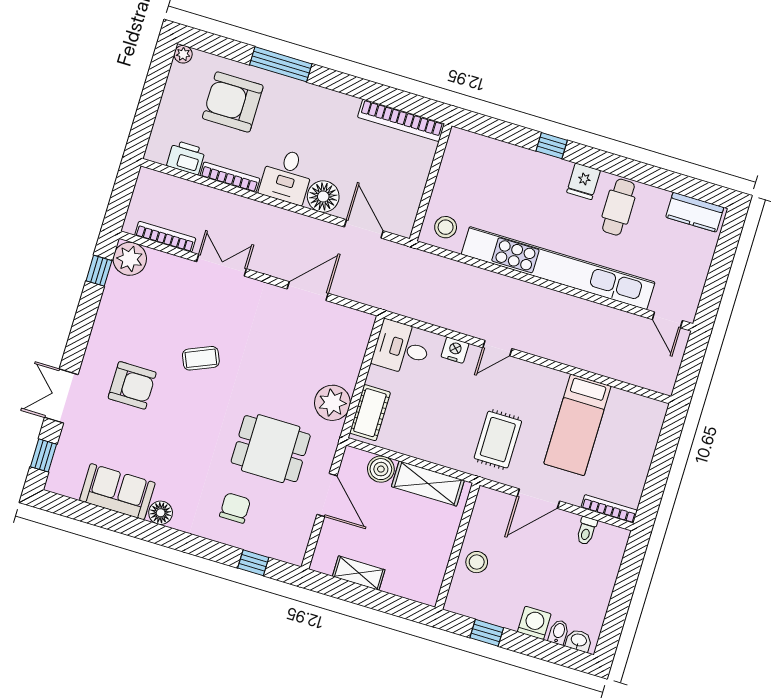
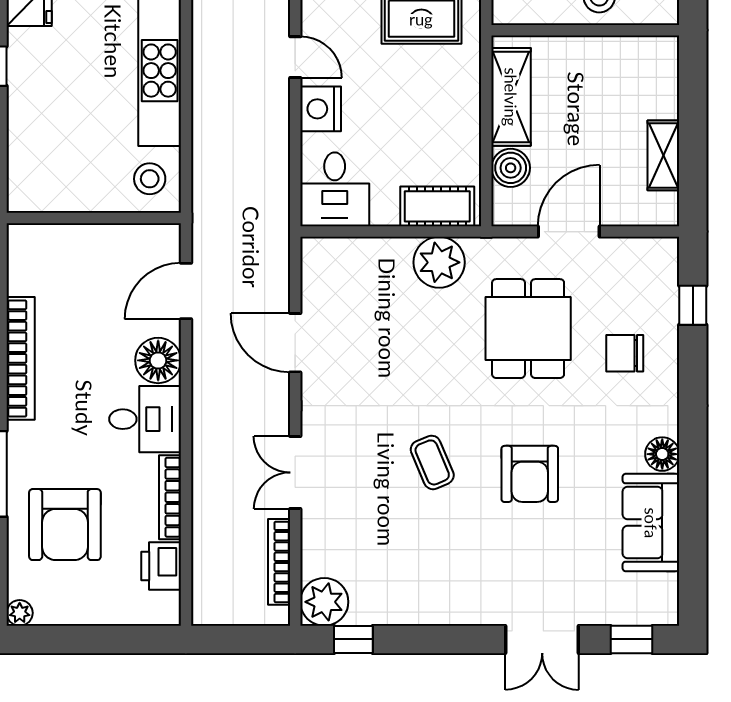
bookcase: (401, 120) -> (21, 358), moved
nightstand: (455, 350) -> (321, 109), width x1.36, depth x1.33
armchair: (132, 385) -> (530, 474), moved, turned 180

